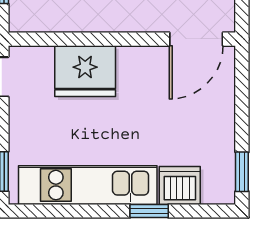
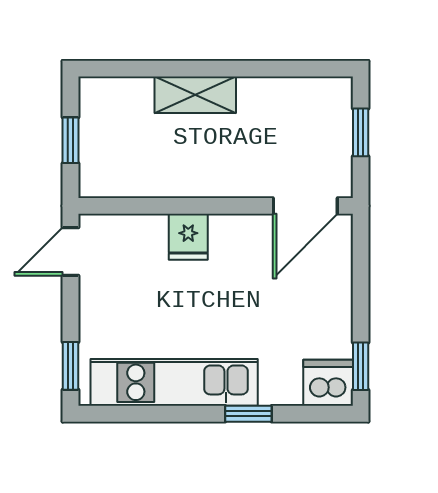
fridge: (85, 71) -> (188, 237), width x0.53, depth x0.75
dishwasher: (180, 185) -> (328, 383), moved

